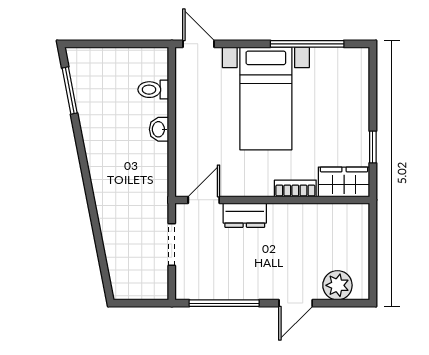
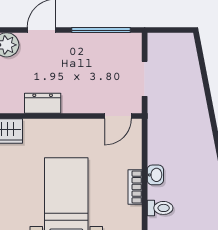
bookcase: (295, 188) -> (135, 187), moved, turned 90
dresser: (245, 215) -> (43, 103), moved

